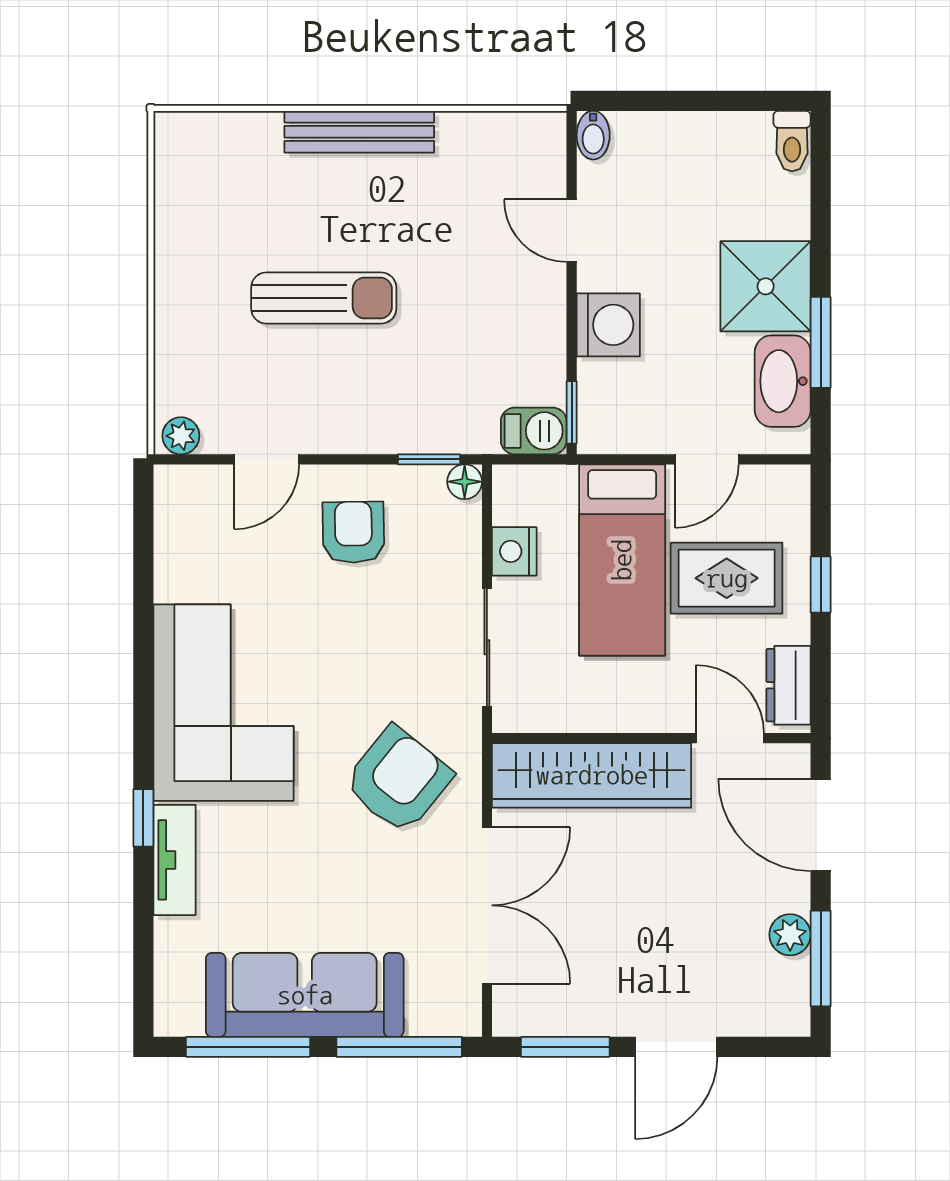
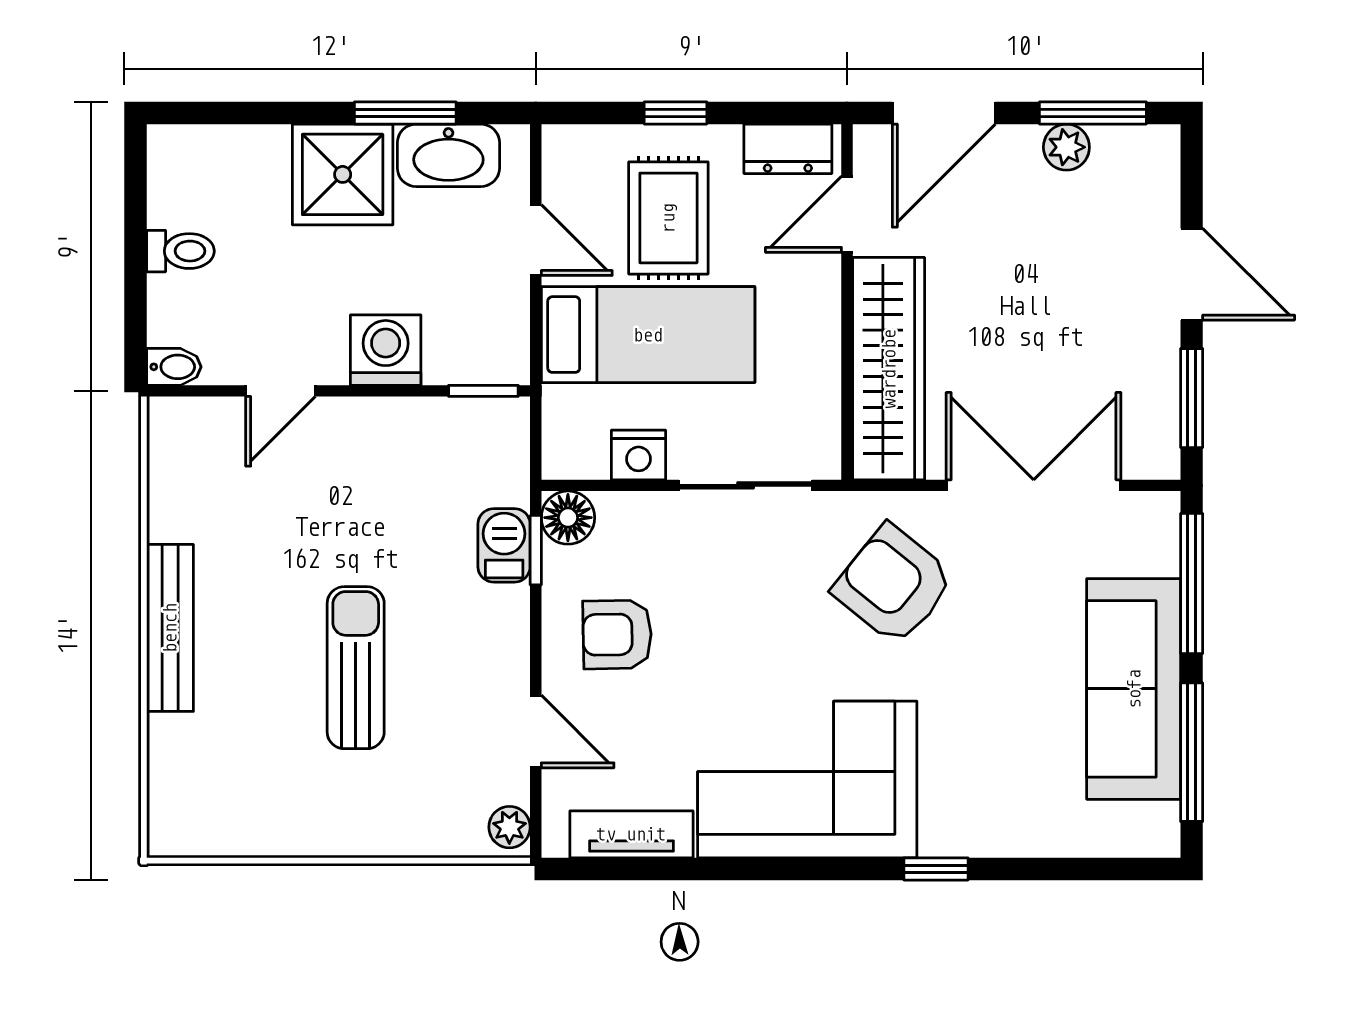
toilet: (792, 141) -> (180, 251), moved
barbecue: (534, 431) -> (504, 545), moved
floor lamp: (465, 482) -> (568, 518), width x1.37, depth x1.37
tv unit: (174, 860) -> (631, 834), moved

